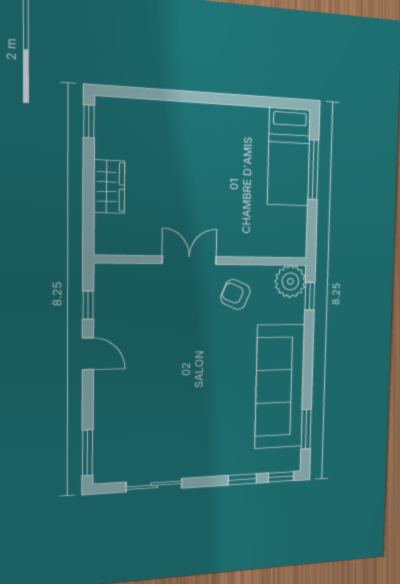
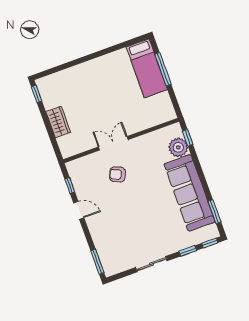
plant: (290, 281) -> (178, 147), moved
armchair: (235, 294) -> (117, 174), moved
sliding door: (154, 485) -> (151, 264), moved

